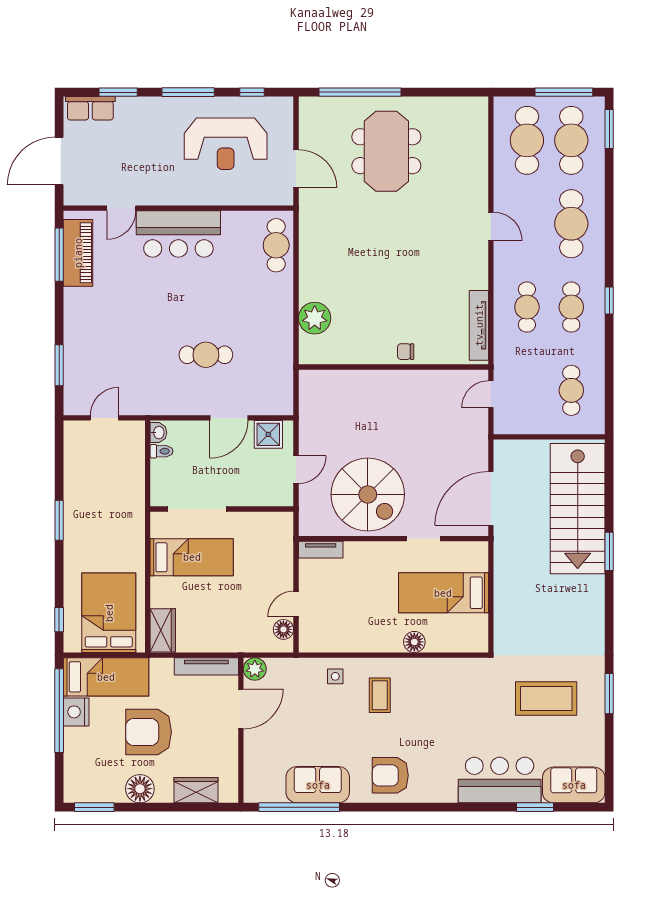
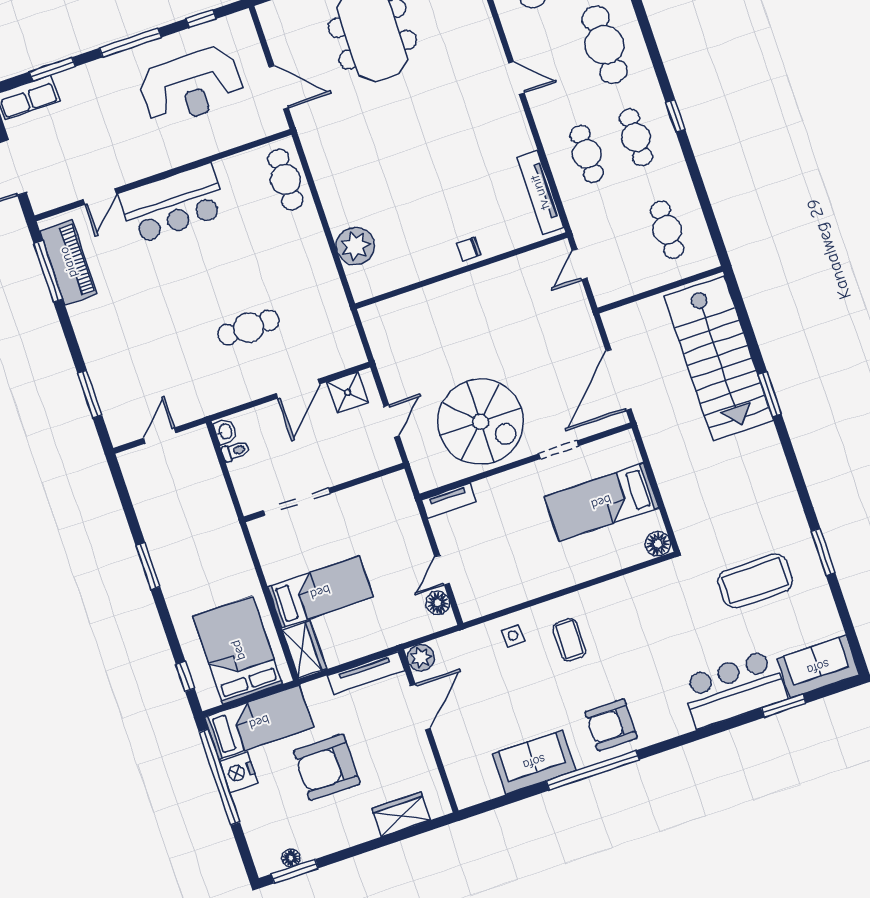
bed: (192, 557) -> (320, 592), moved
floor lamp: (414, 642) -> (658, 544), moved
floor lamp: (140, 789) -> (291, 858), moved, width x0.53, depth x0.53
window: (299, 807) -> (593, 770), moved

